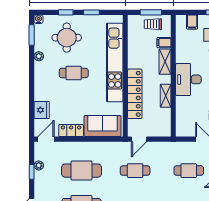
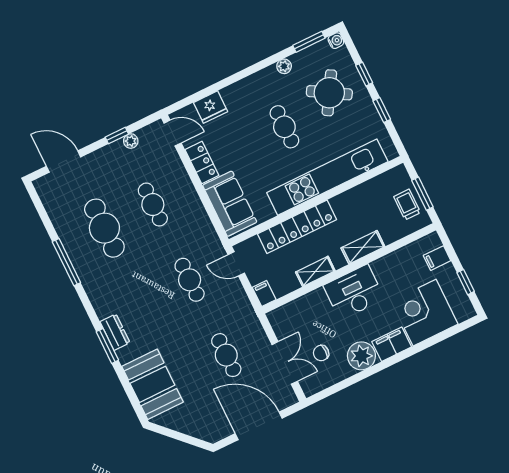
round table: (67, 38) -> (329, 93), turned 31
filing cabinet: (164, 43) -> (264, 294), moved
cafe table: (81, 171) -> (153, 205), width x0.73, depth x0.74

